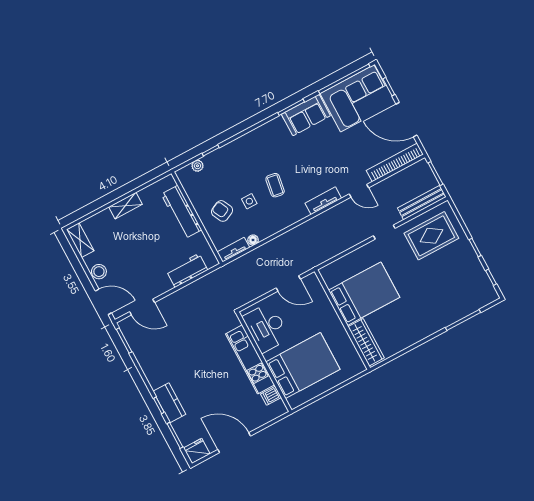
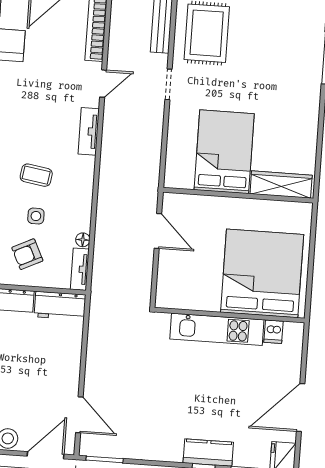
workbench: (187, 270) -> (60, 306), moved, turned -90
door: (288, 284) -> (158, 231), hinge flipped
door: (142, 307) -> (79, 415), hinge flipped
desk: (266, 327) -> (192, 288), removed
bed: (303, 366) -> (262, 273), width x1.36

